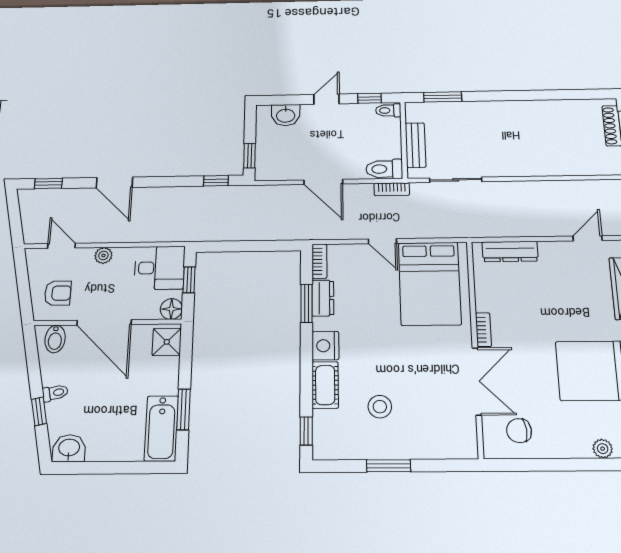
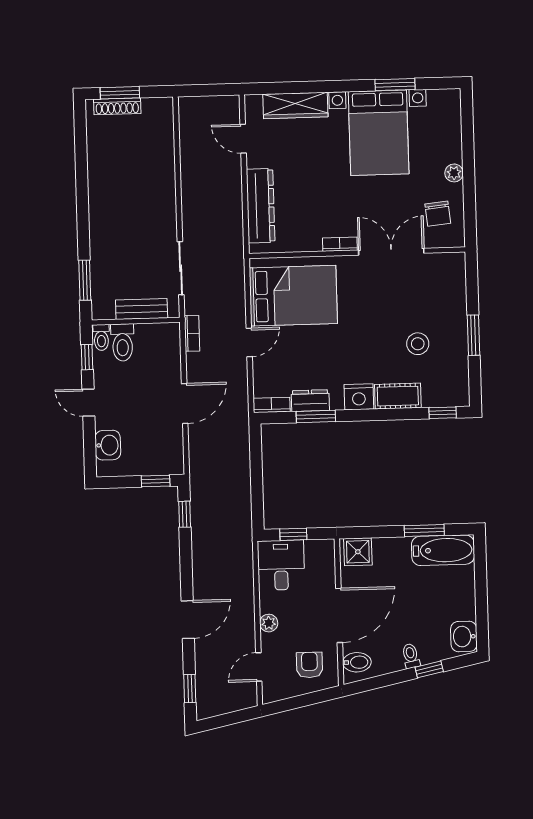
toilet: (384, 169) -> (123, 342), moved
dresser: (510, 251) -> (261, 206), width x1.37, depth x1.24
floor lamp: (171, 309) -> (324, 550), removed
plant: (603, 449) -> (454, 173), moved

